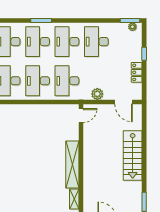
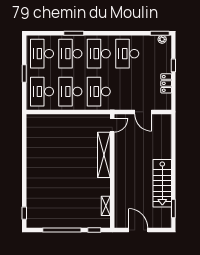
plant: (97, 94) -> (128, 104), removed
door: (124, 102) -> (143, 112), moved
stairs: (133, 156) -> (162, 183), moved
shelving: (72, 164) -> (104, 155), moved

